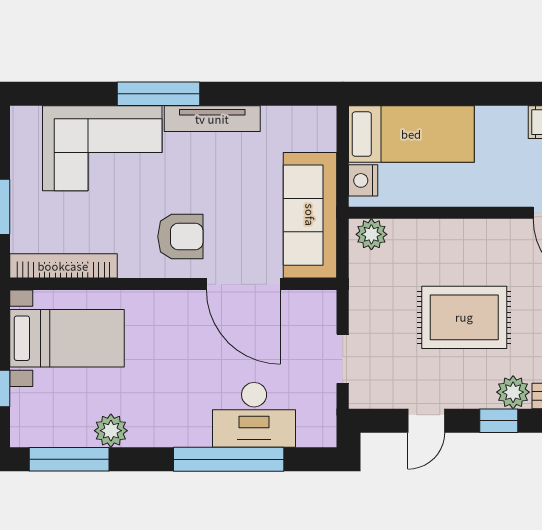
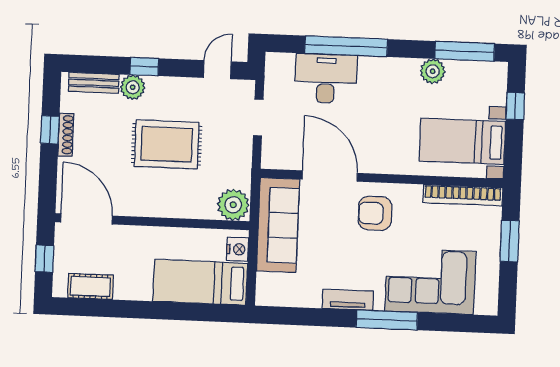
tv unit: (212, 119) -> (348, 300), width x0.71
plant: (371, 234) -> (233, 205), width x1.36, depth x1.36
door: (426, 421) -> (217, 70), moved

